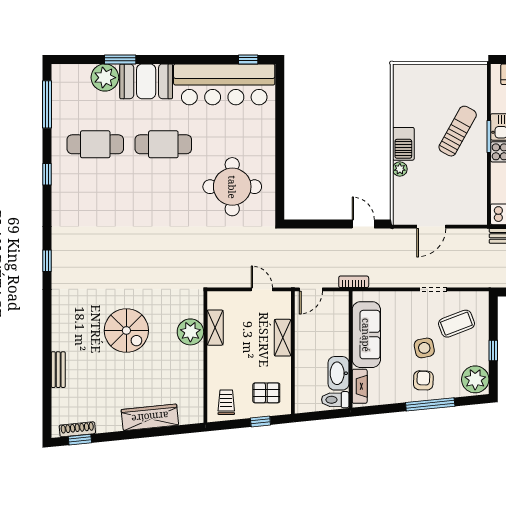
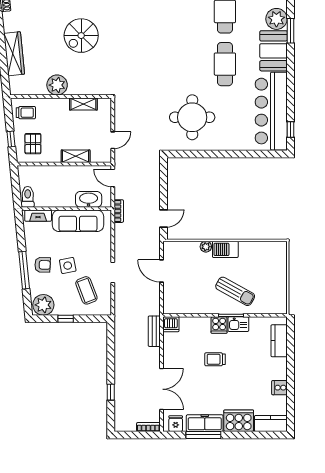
plant: (190, 332) -> (57, 85), moved
washbasin: (339, 373) -> (89, 199), moved

